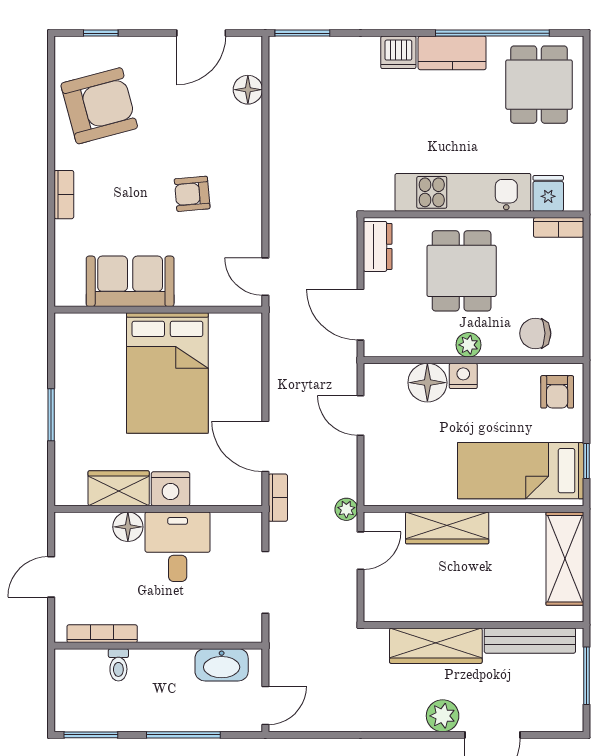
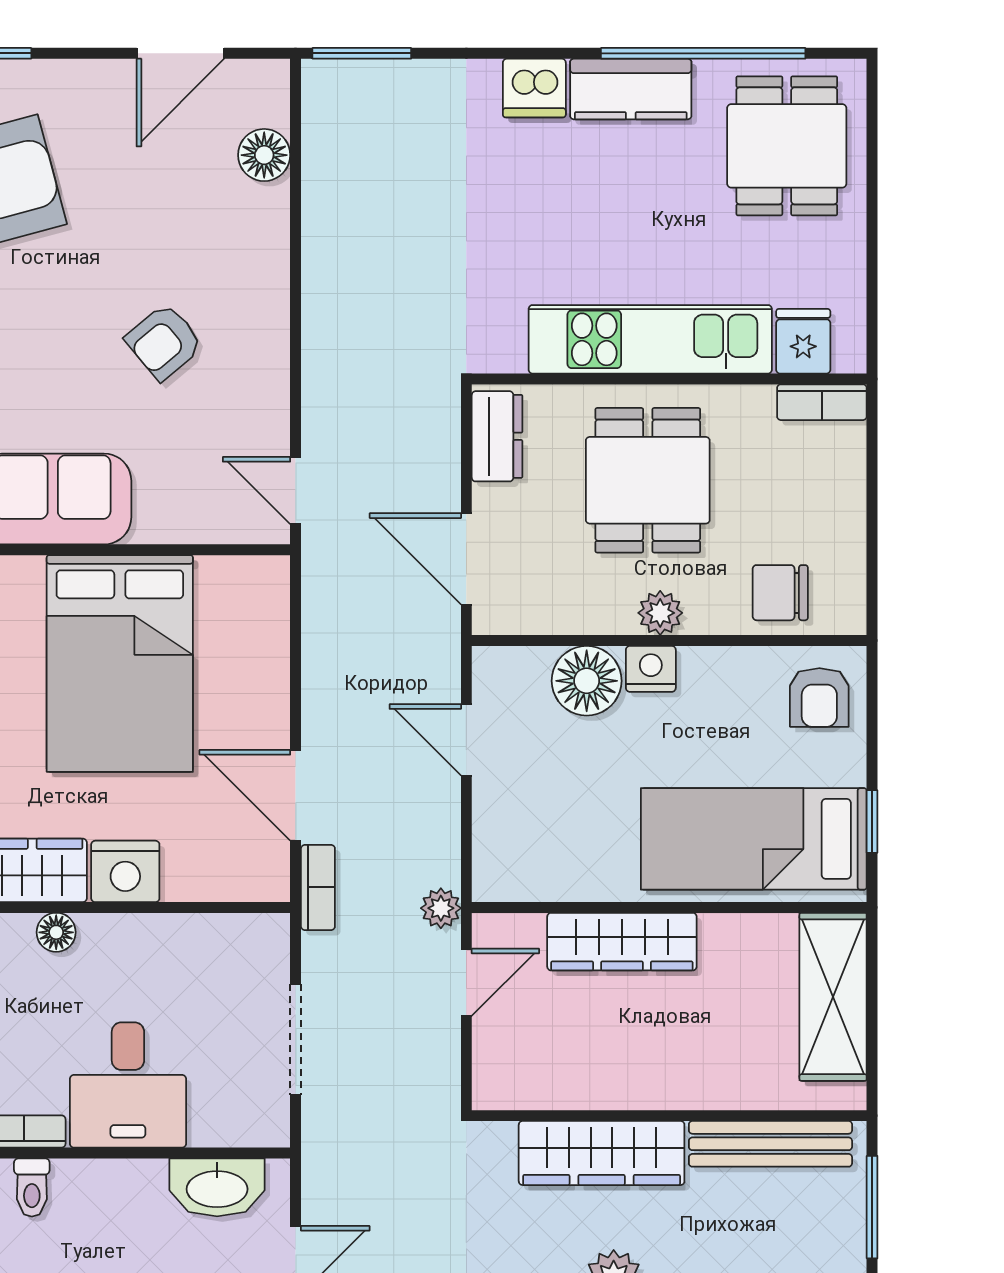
armchair: (192, 194) -> (164, 342), turned -35
floor lamp: (128, 527) -> (56, 932), width x0.73, depth x0.73
desk: (178, 547) -> (128, 1085), moved, turned 180

